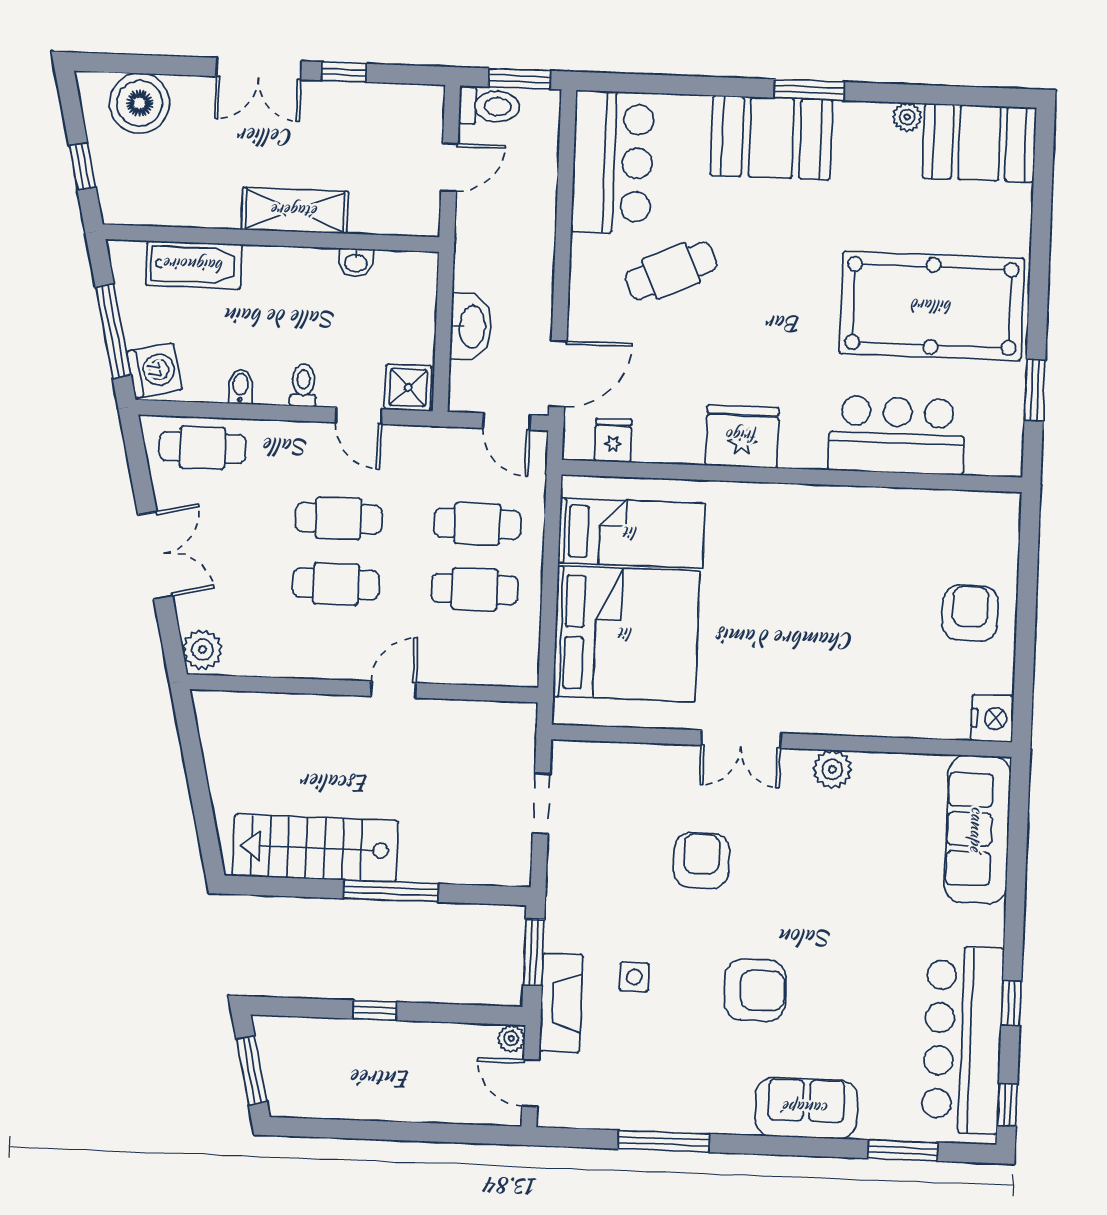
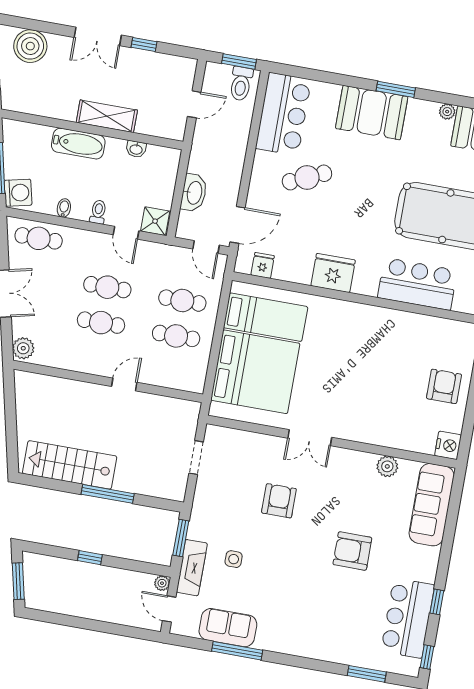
toilet: (489, 106) -> (241, 84), moved, turned 90
bathtub: (194, 265) -> (78, 144), moved
plant: (832, 769) -> (387, 466), moved
armchair: (755, 990) -> (352, 551), moved, turned 180
bar counter: (963, 1040) -> (408, 618), width x0.73
sofa: (806, 1108) -> (228, 628), moved

